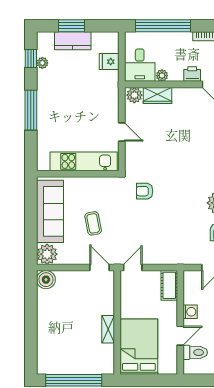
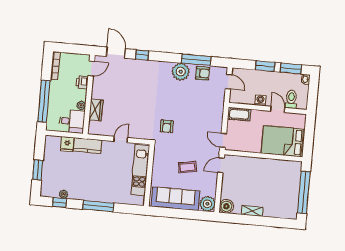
kitchen counter: (73, 41) -> (88, 146), moved, turned 90
plant: (134, 95) -> (94, 127), removed
shelving: (108, 329) -> (252, 211), moved

